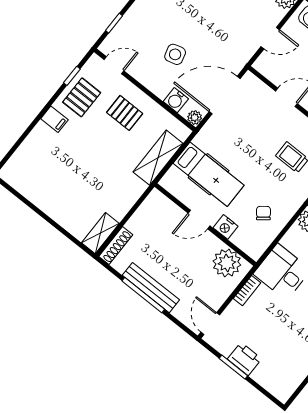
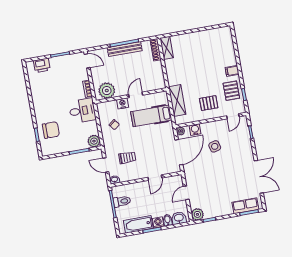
printer: (245, 359) -> (42, 65), moved

